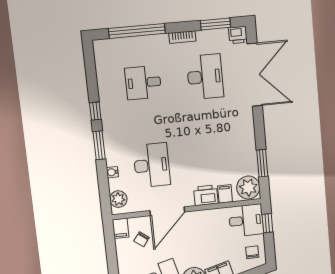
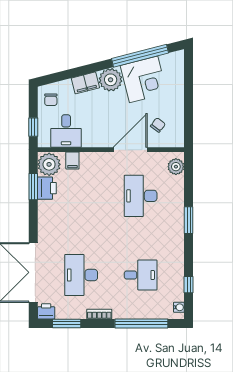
window: (95, 111) -> (189, 285), moved
water cooler: (112, 172) -> (179, 307), moved
printer: (206, 195) -> (47, 188), moved, turned -90
desk: (246, 220) -> (66, 131), moved, turned -90
filing cabinet: (121, 228) -> (177, 138), removed

